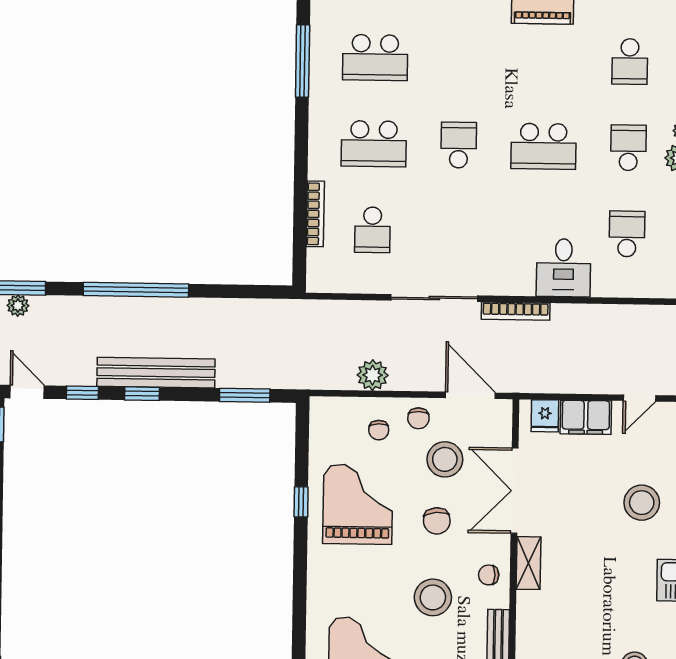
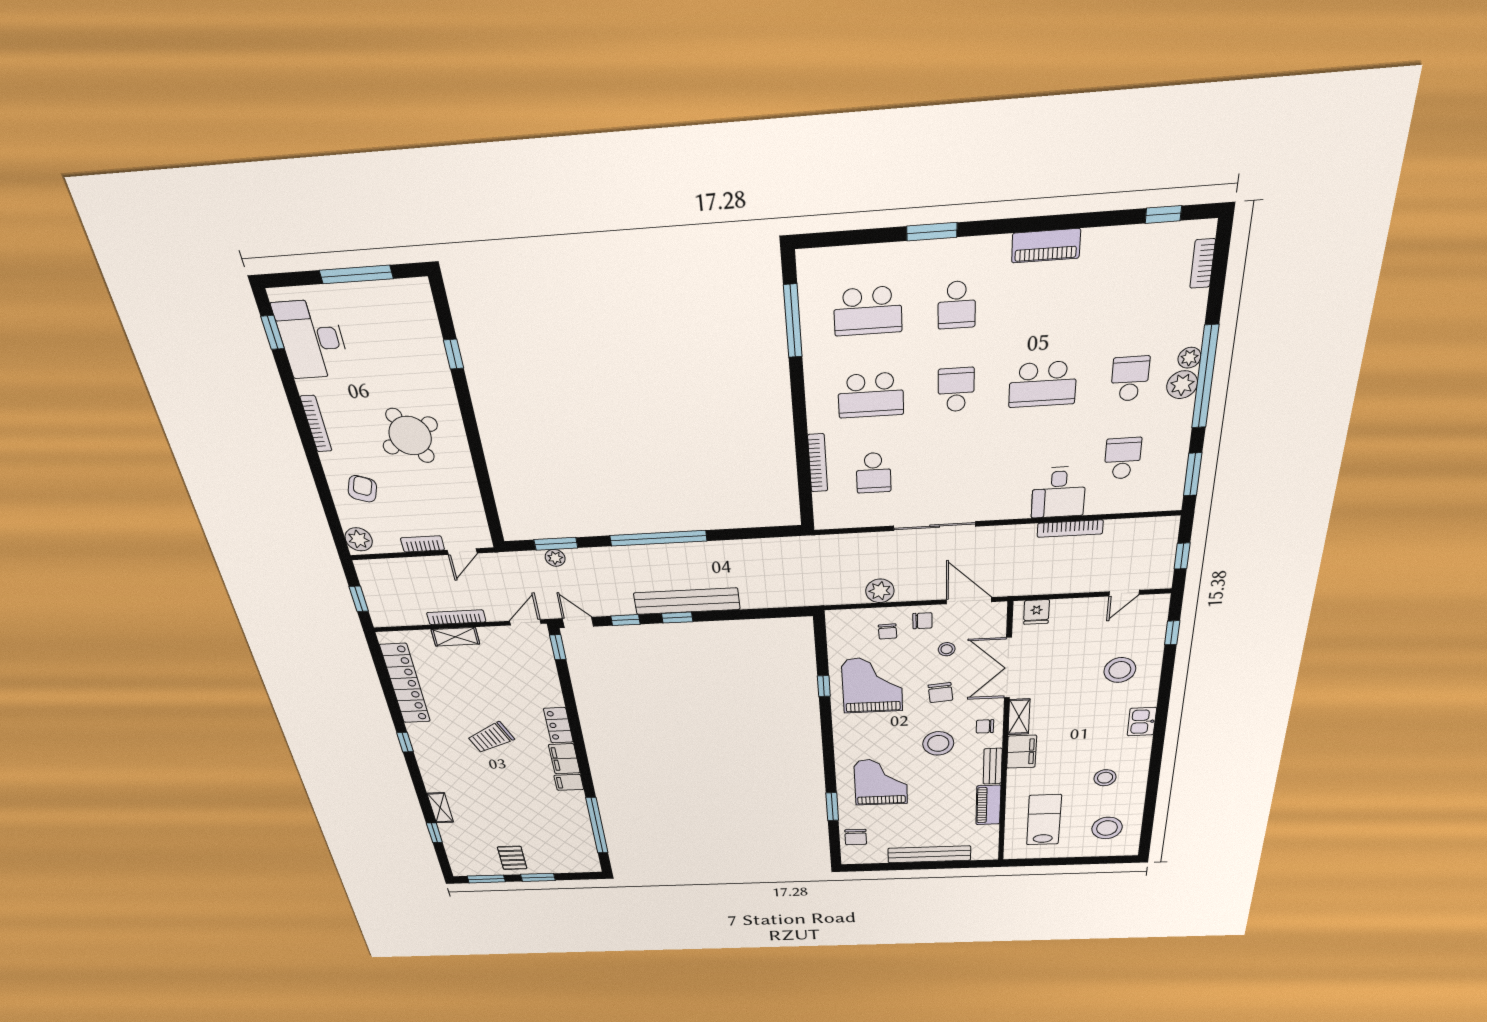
school desk: (630, 62) -> (957, 305), moved
bookcase: (516, 311) -> (1070, 529), moved
window: (245, 395) -> (767, 613), removed
filing cabinet: (586, 417) -> (1022, 752), moved, turned -90
chair: (418, 418) -> (922, 621), turned -90
stool: (445, 459) -> (947, 649), width x0.53, depth x0.53

